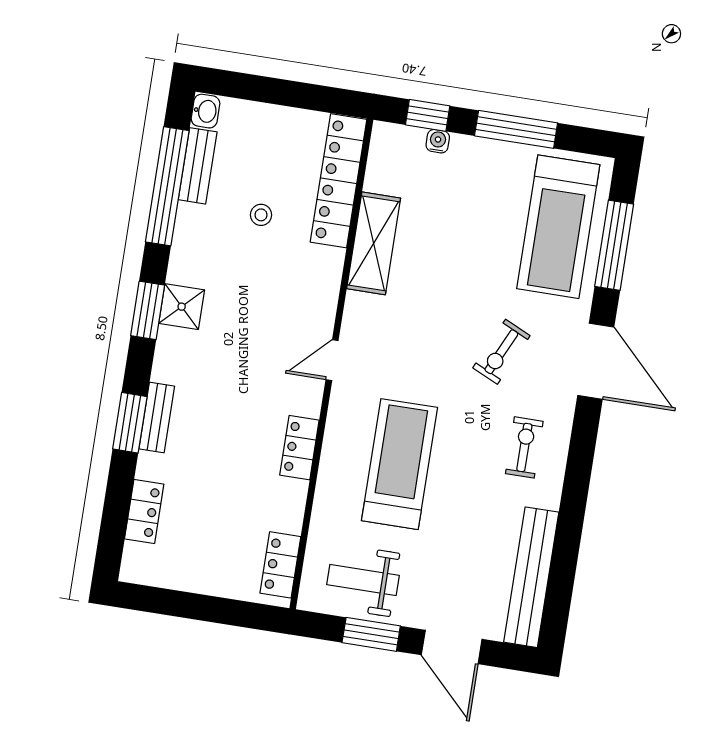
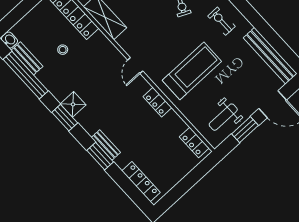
treadmill: (399, 464) -> (192, 71), turned 90
locker: (144, 511) -> (141, 182), width x1.53

